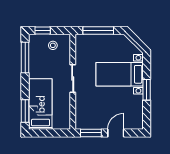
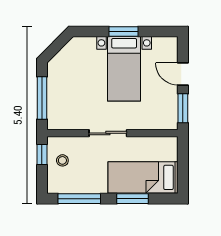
window: (43, 30) -> (42, 154), moved
bed with nightstands: (120, 74) -> (124, 69), moved
window: (25, 111) -> (133, 199), moved

